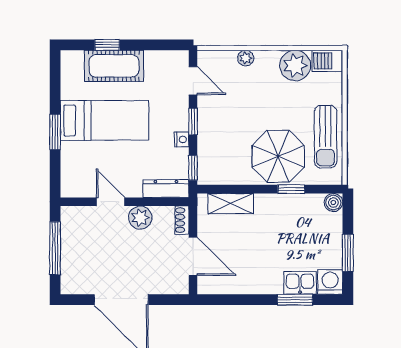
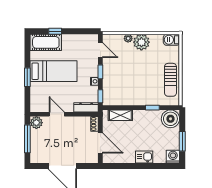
cot: (114, 66) -> (46, 42), moved
plant: (295, 66) -> (141, 42), moved
parasol: (278, 156) -> (145, 90), removed
boiler: (333, 202) -> (170, 119), width x1.86, depth x1.86
plant: (140, 218) -> (36, 123), moved
kitchen sink: (300, 283) -> (144, 157), moved
window: (295, 300) -> (154, 166), removed

